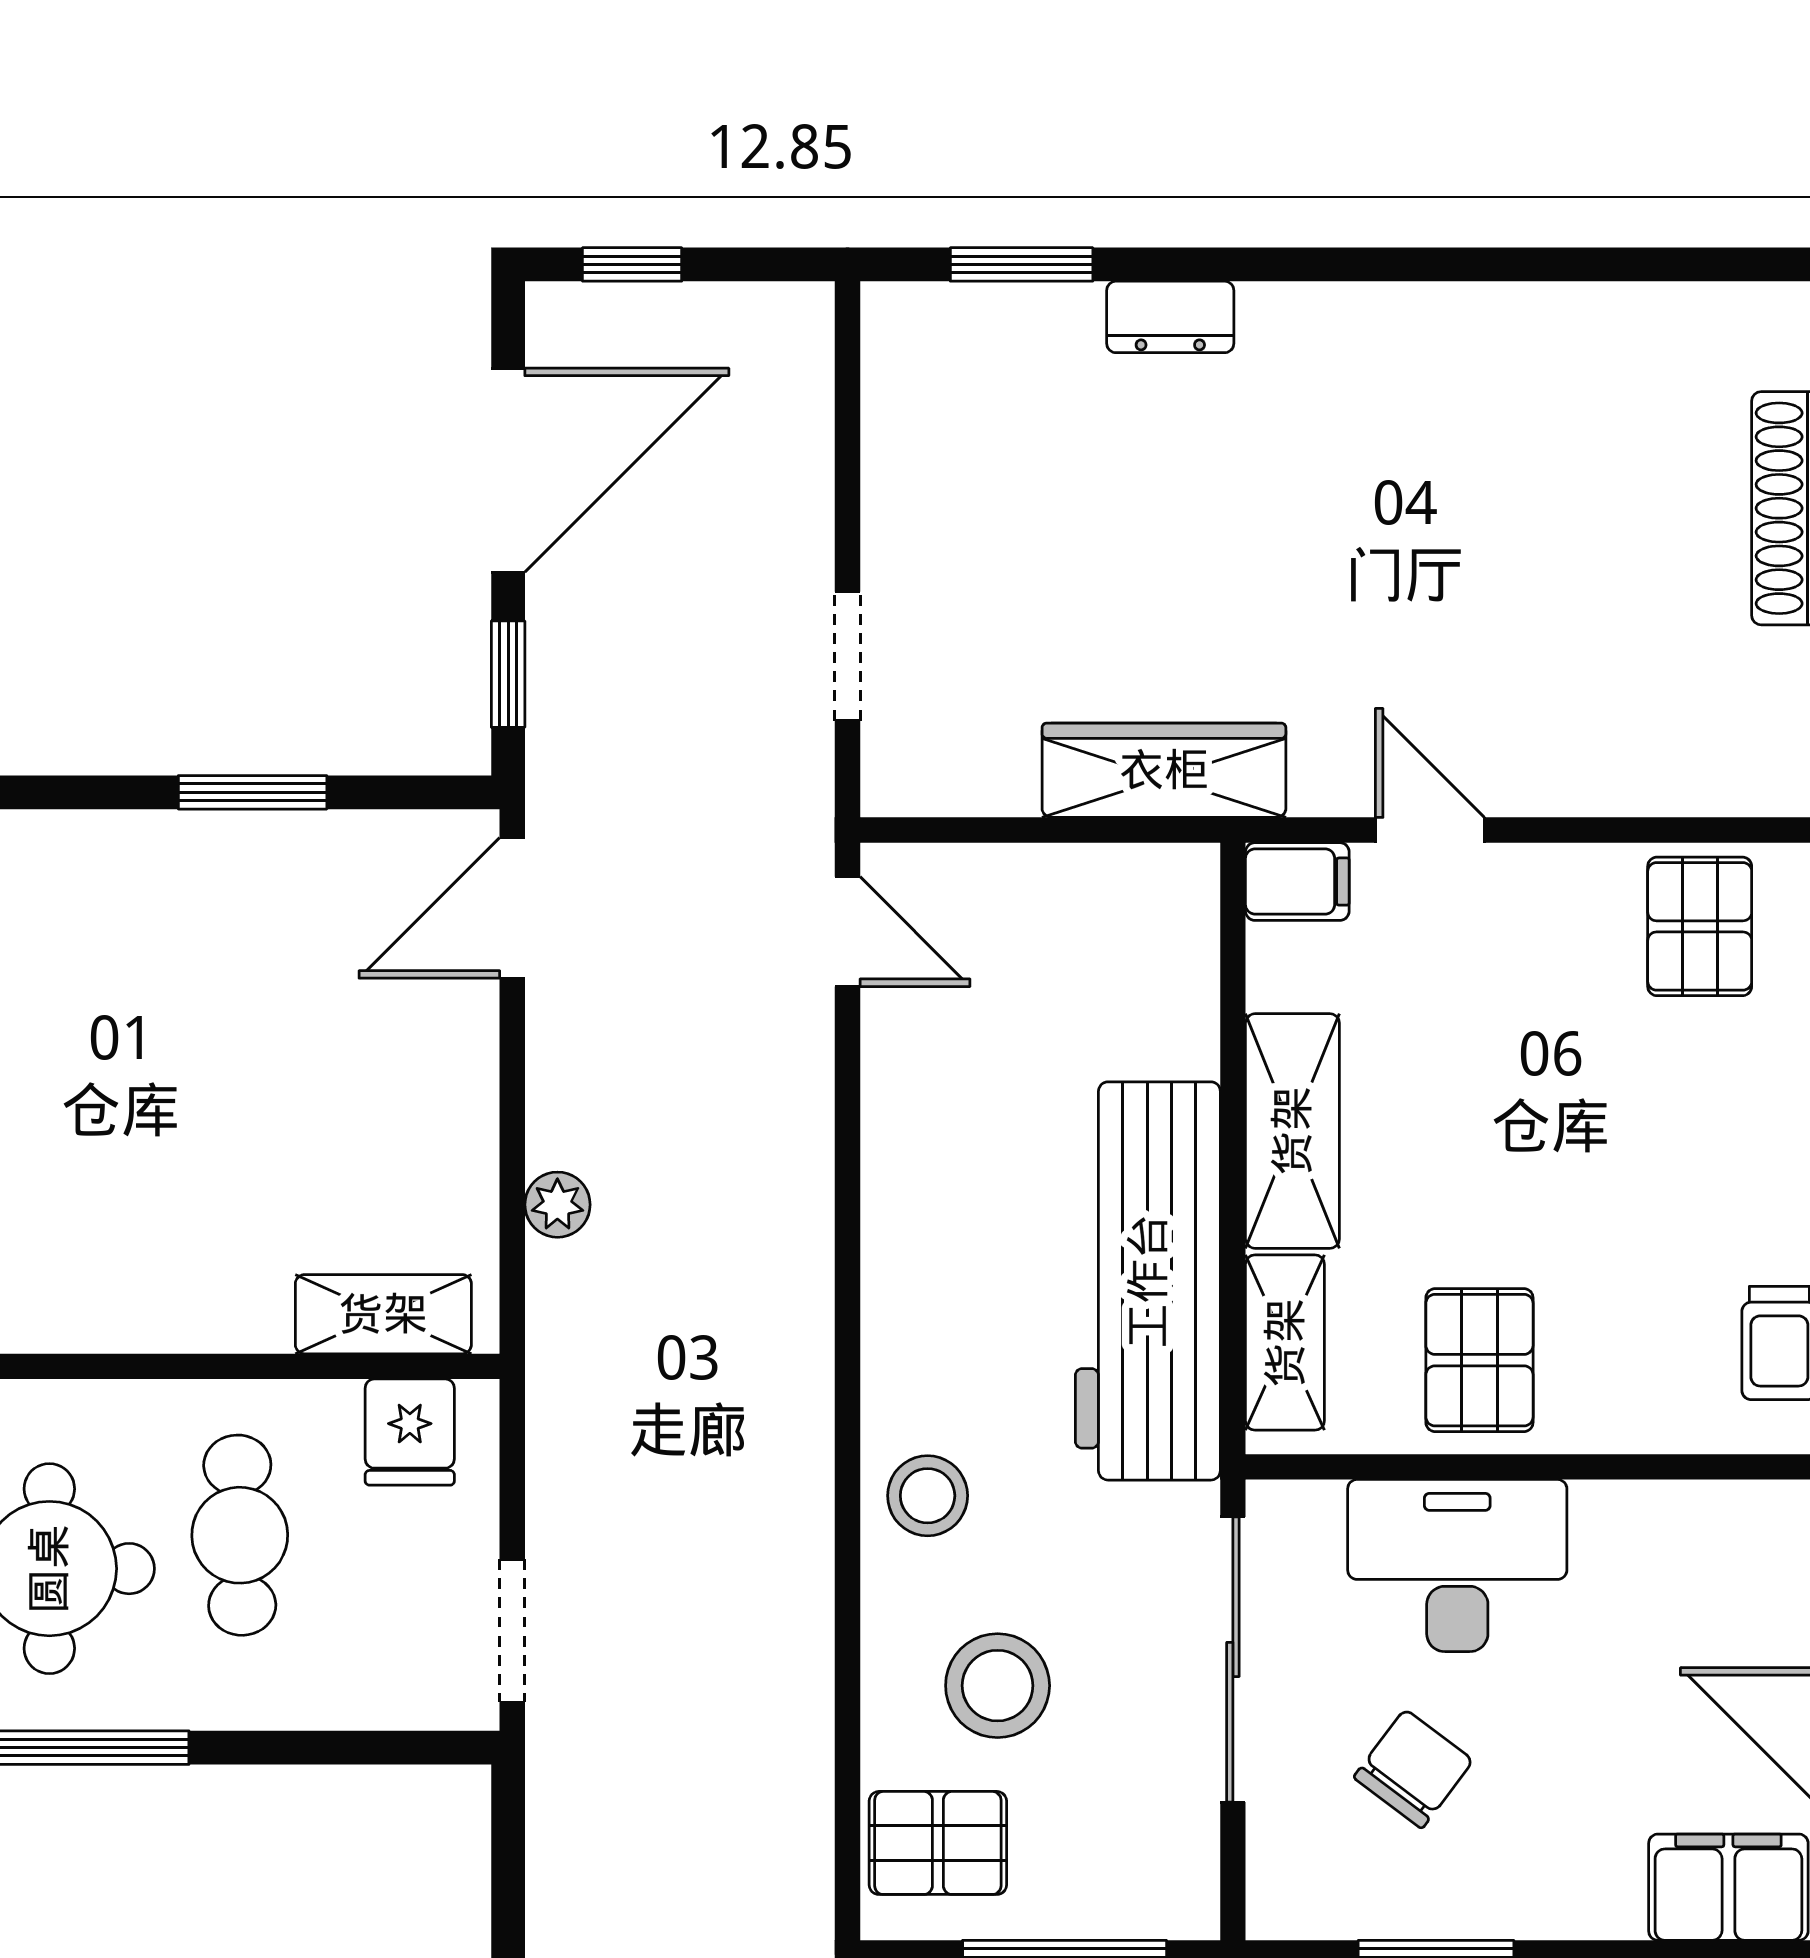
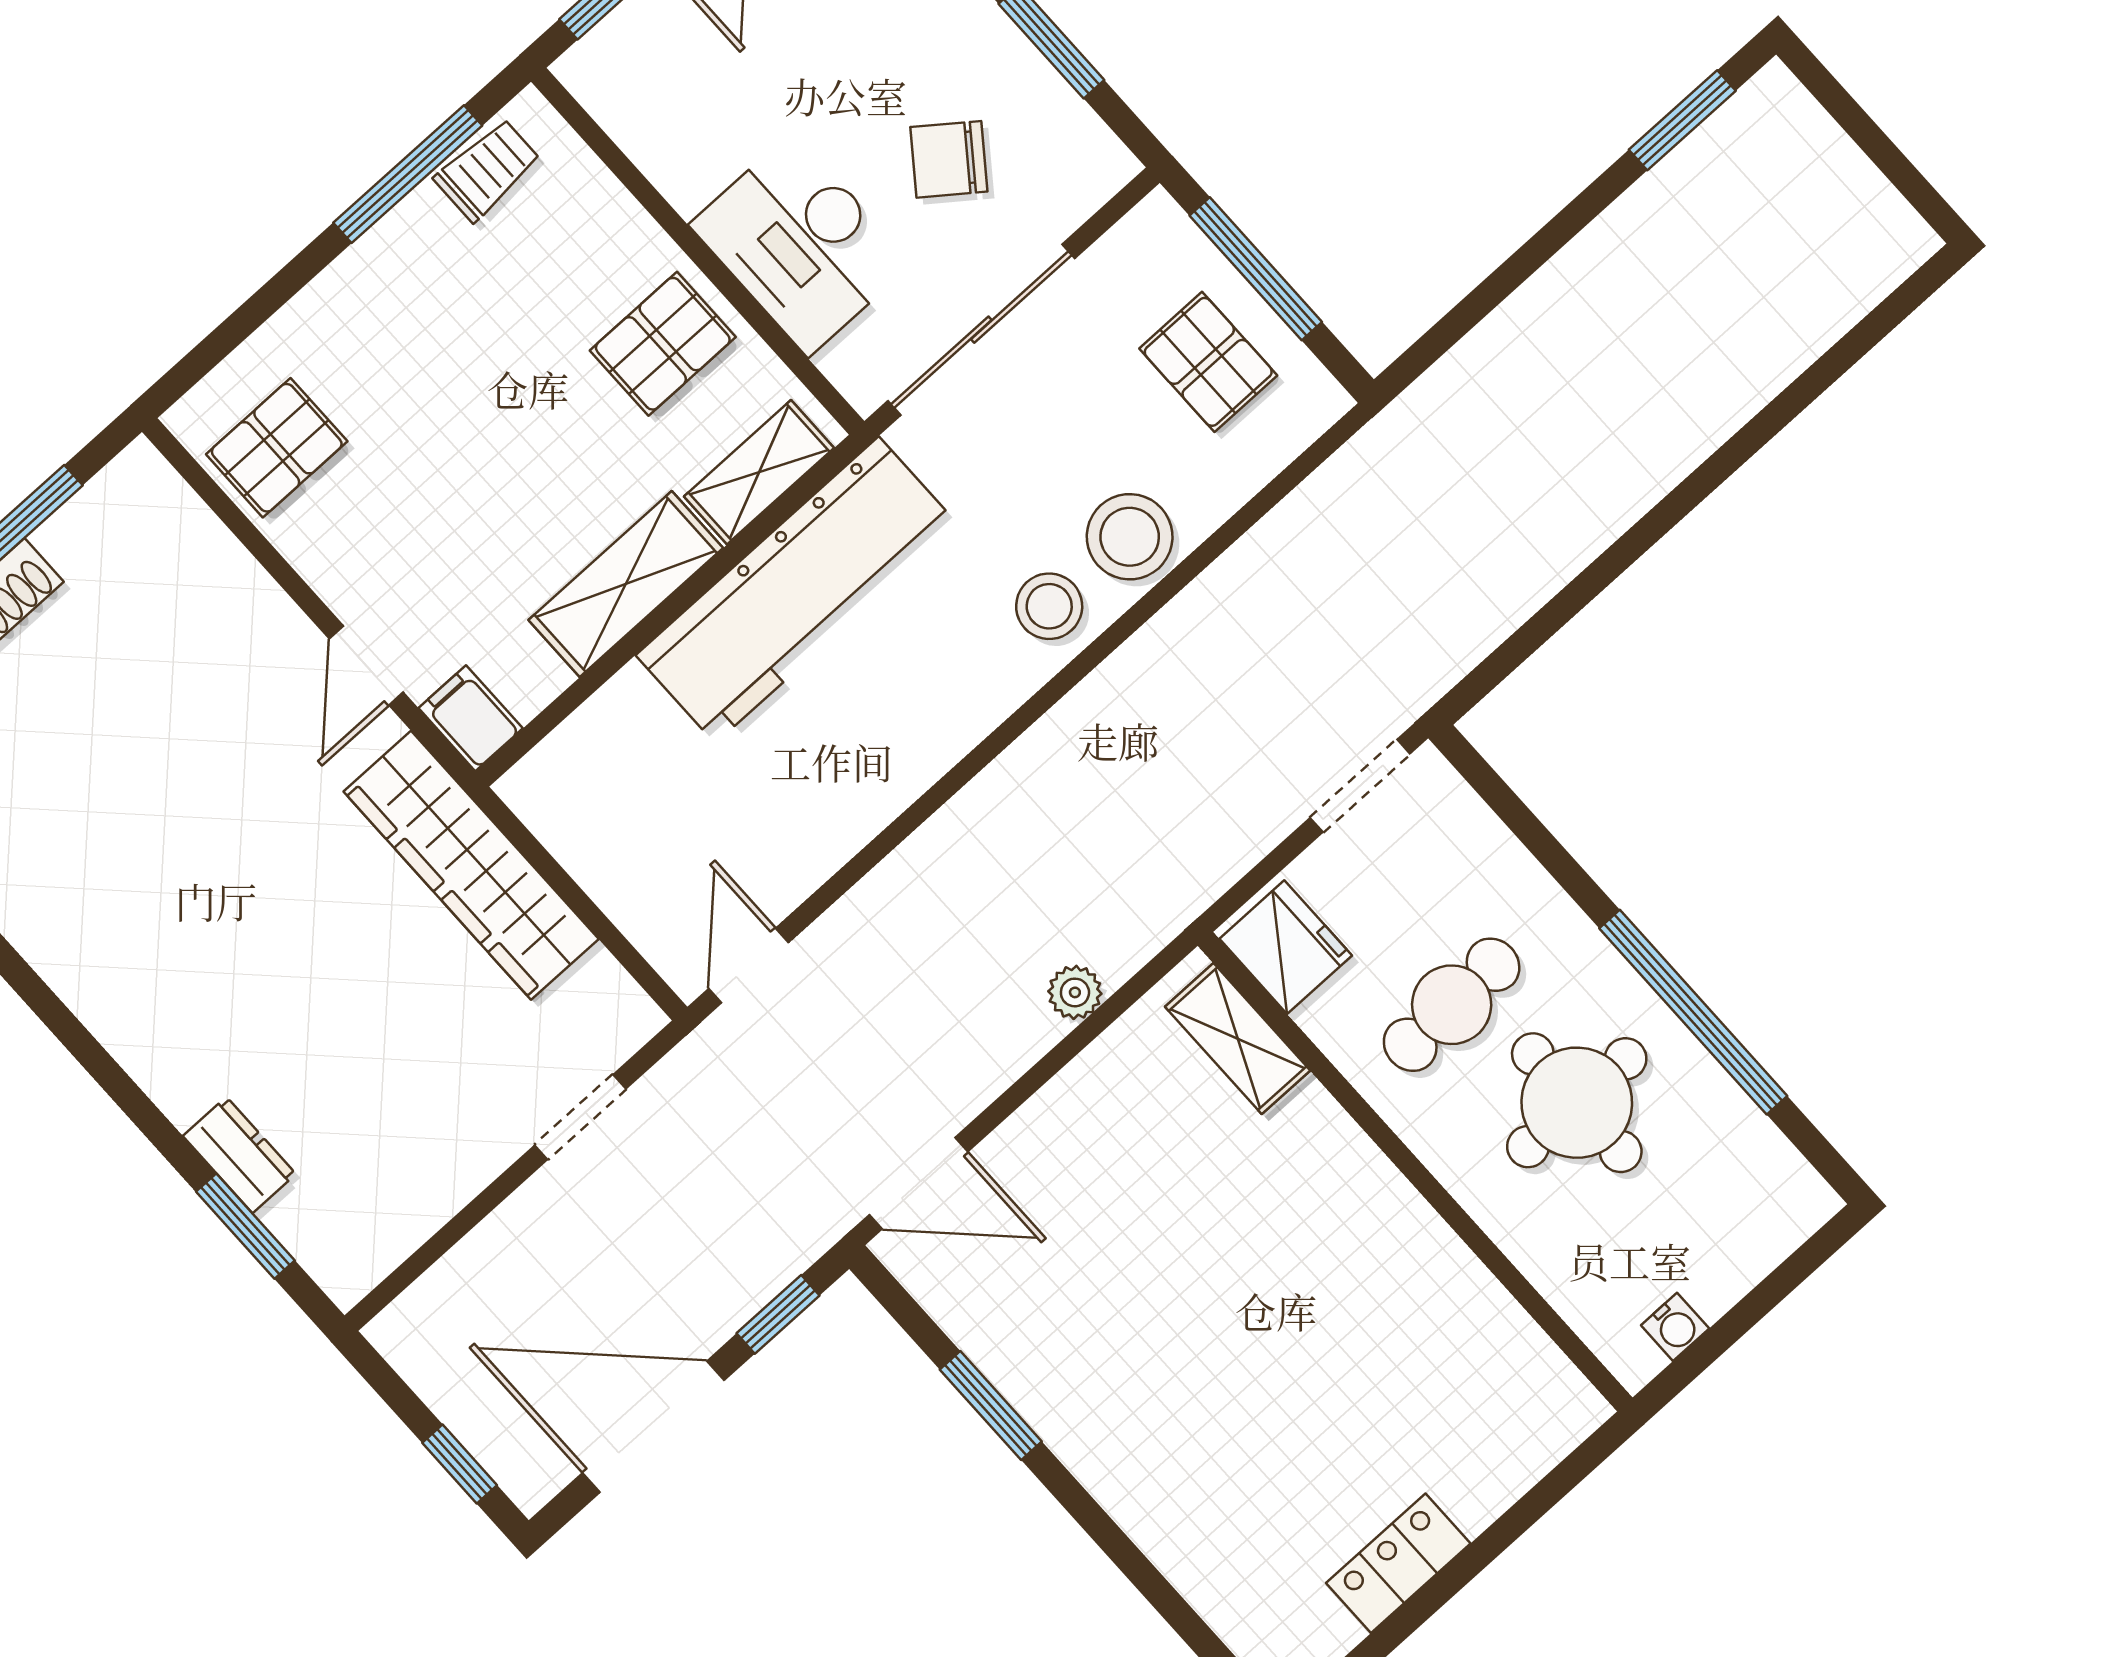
dresser: (1170, 317) -> (239, 1155), moved
wardrobe: (1164, 770) -> (471, 865), width x1.40, depth x1.17
fridge: (410, 1432) -> (1286, 947), width x1.38
stool: (998, 1686) -> (1130, 537), moved
pallet: (938, 1843) -> (1208, 362), moved

